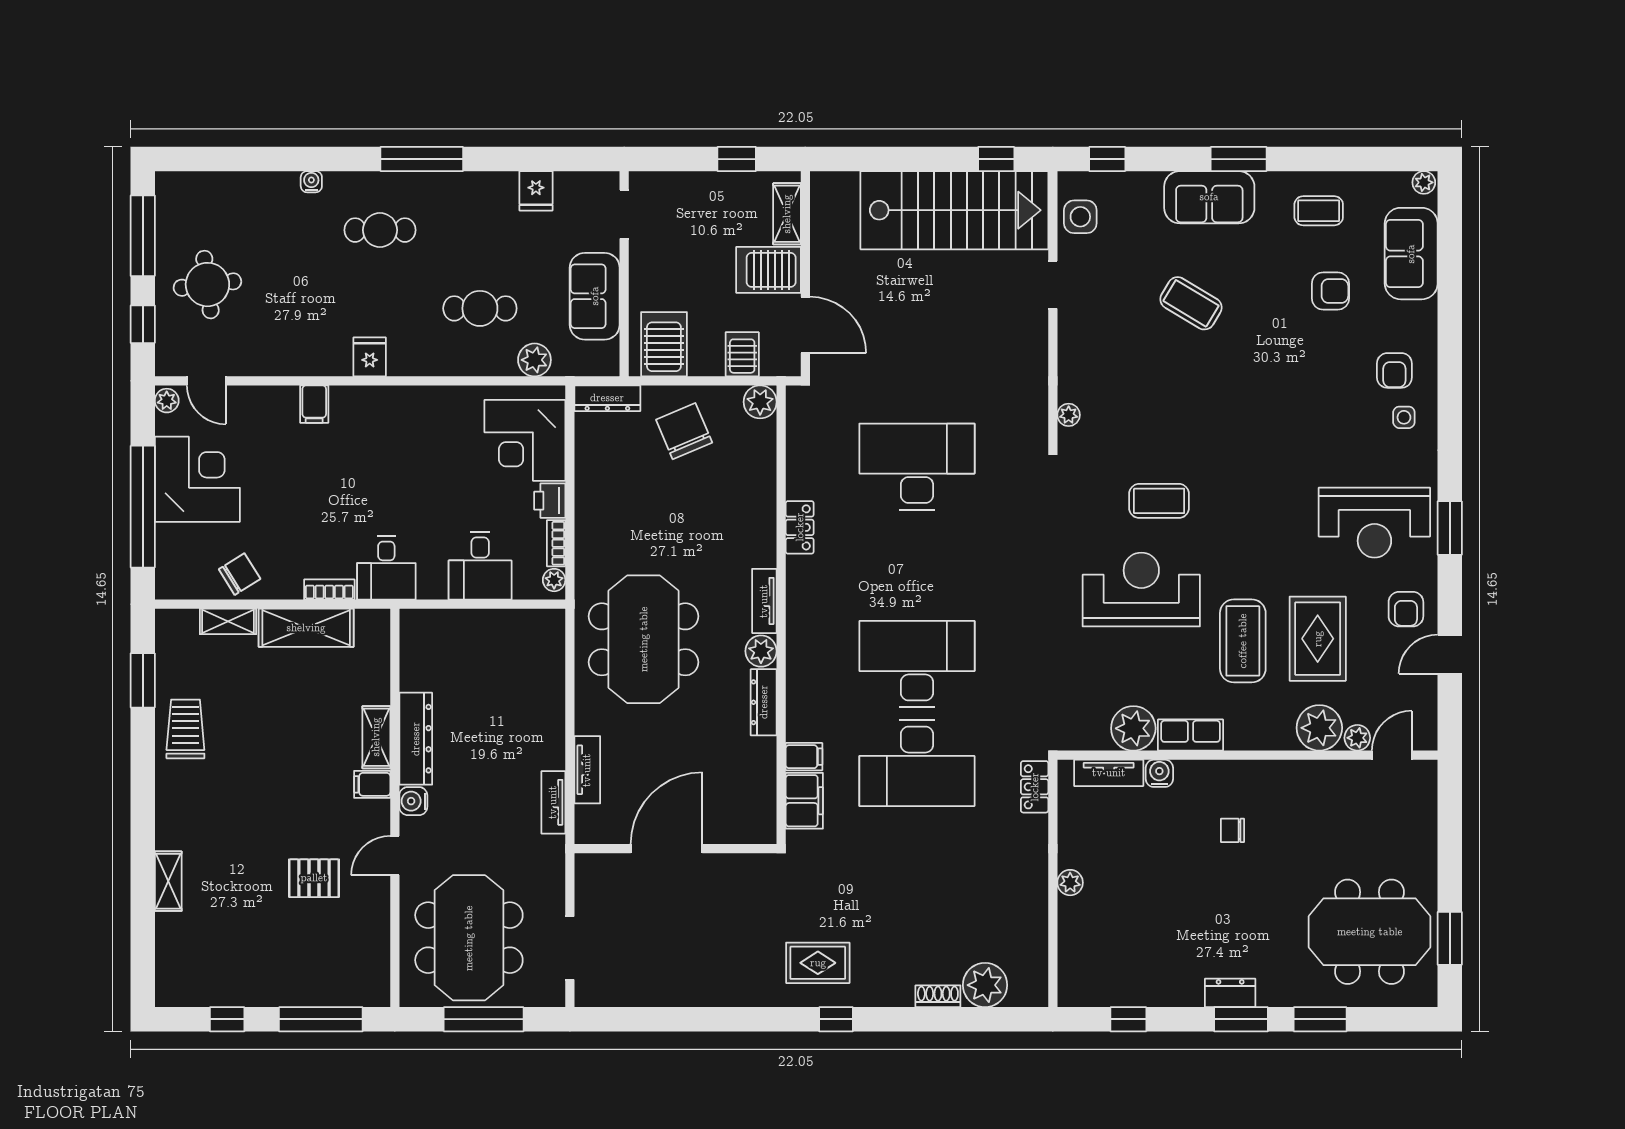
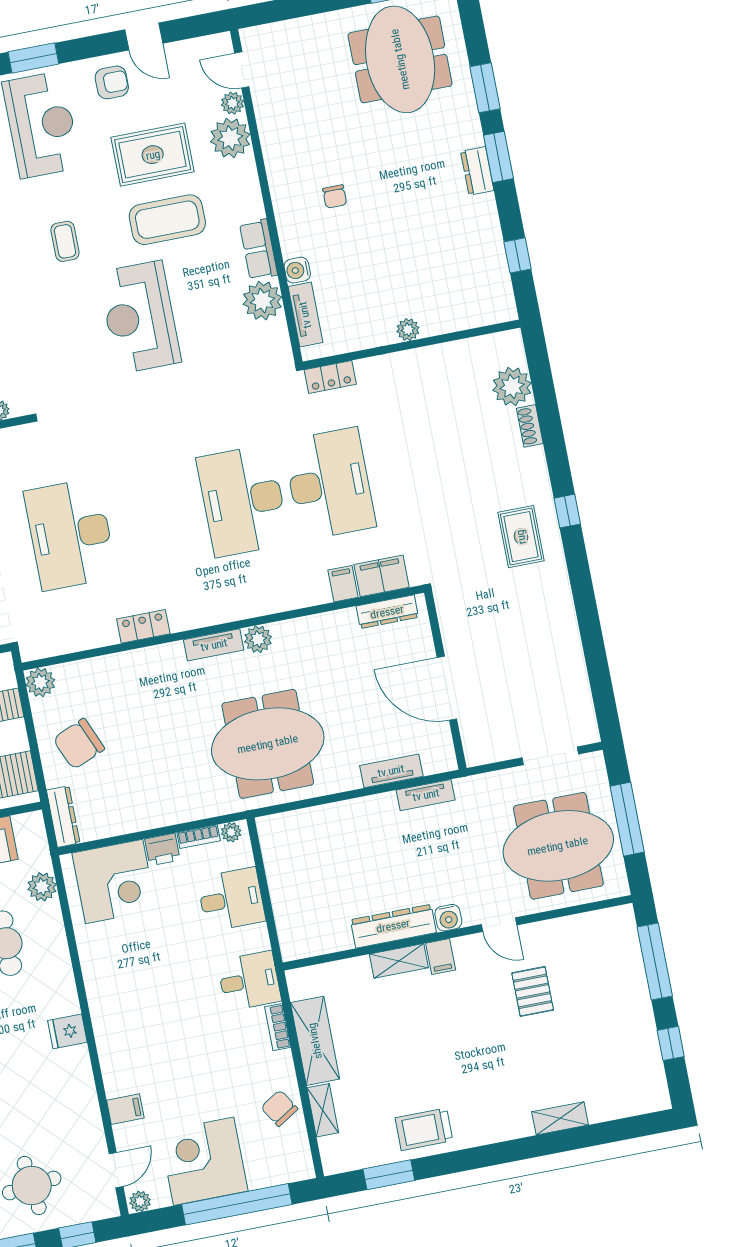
filing cabinet: (314, 404) -> (125, 1109), moved
coffee table: (1159, 501) -> (65, 241), moved, width x0.73, depth x0.77
dresser: (764, 702) -> (387, 612), moved

